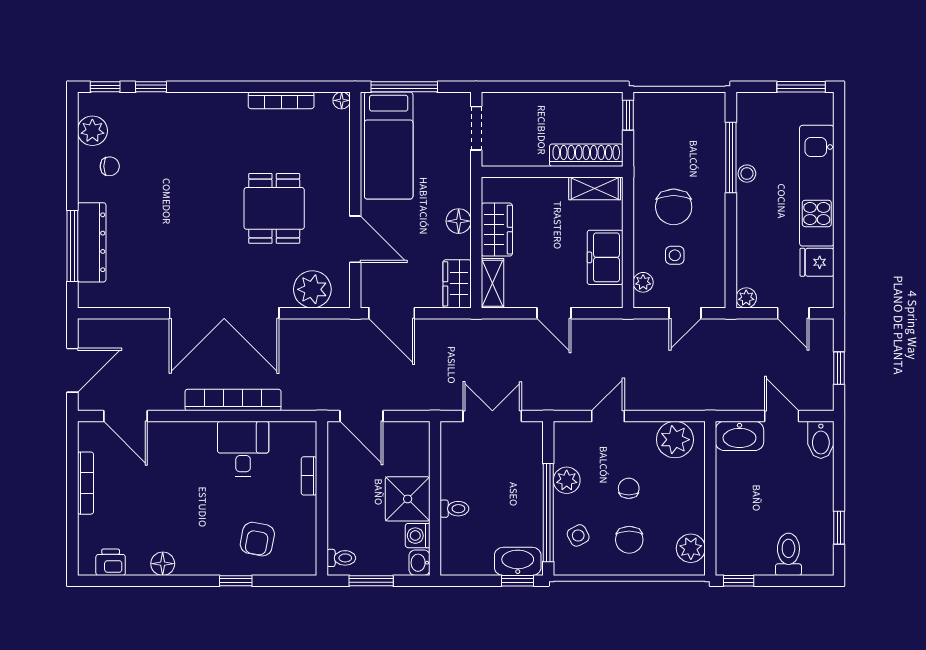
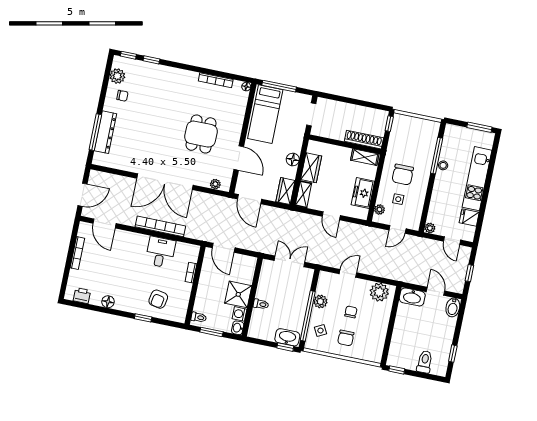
plant: (312, 289) -> (215, 184), width x0.53, depth x0.53
plant: (691, 548) -> (376, 349), removed

